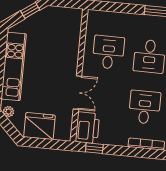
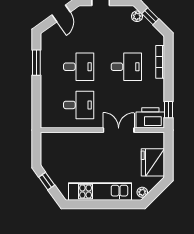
desk: (108, 52) -> (79, 105), turned 180
desk: (145, 107) -> (126, 67), turned 180

